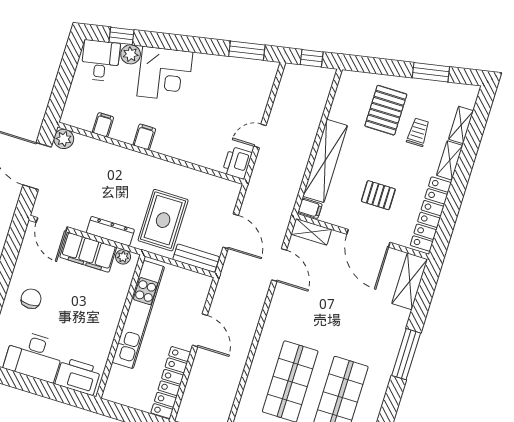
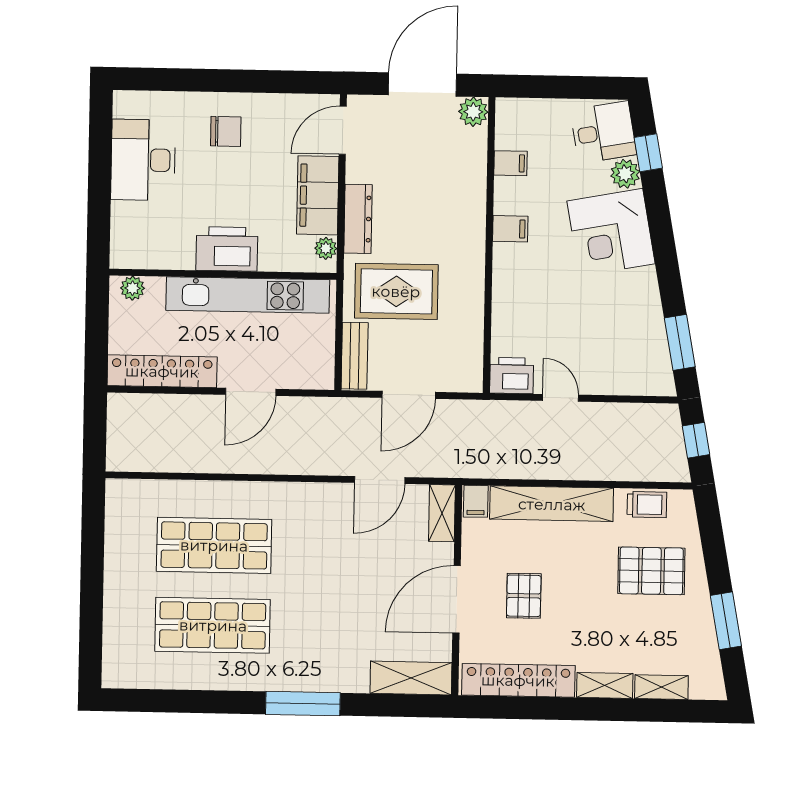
trolley: (418, 132) -> (647, 505), moved
printer: (78, 376) -> (227, 249), moved, turned -90
plant: (113, 386) -> (132, 288), added

